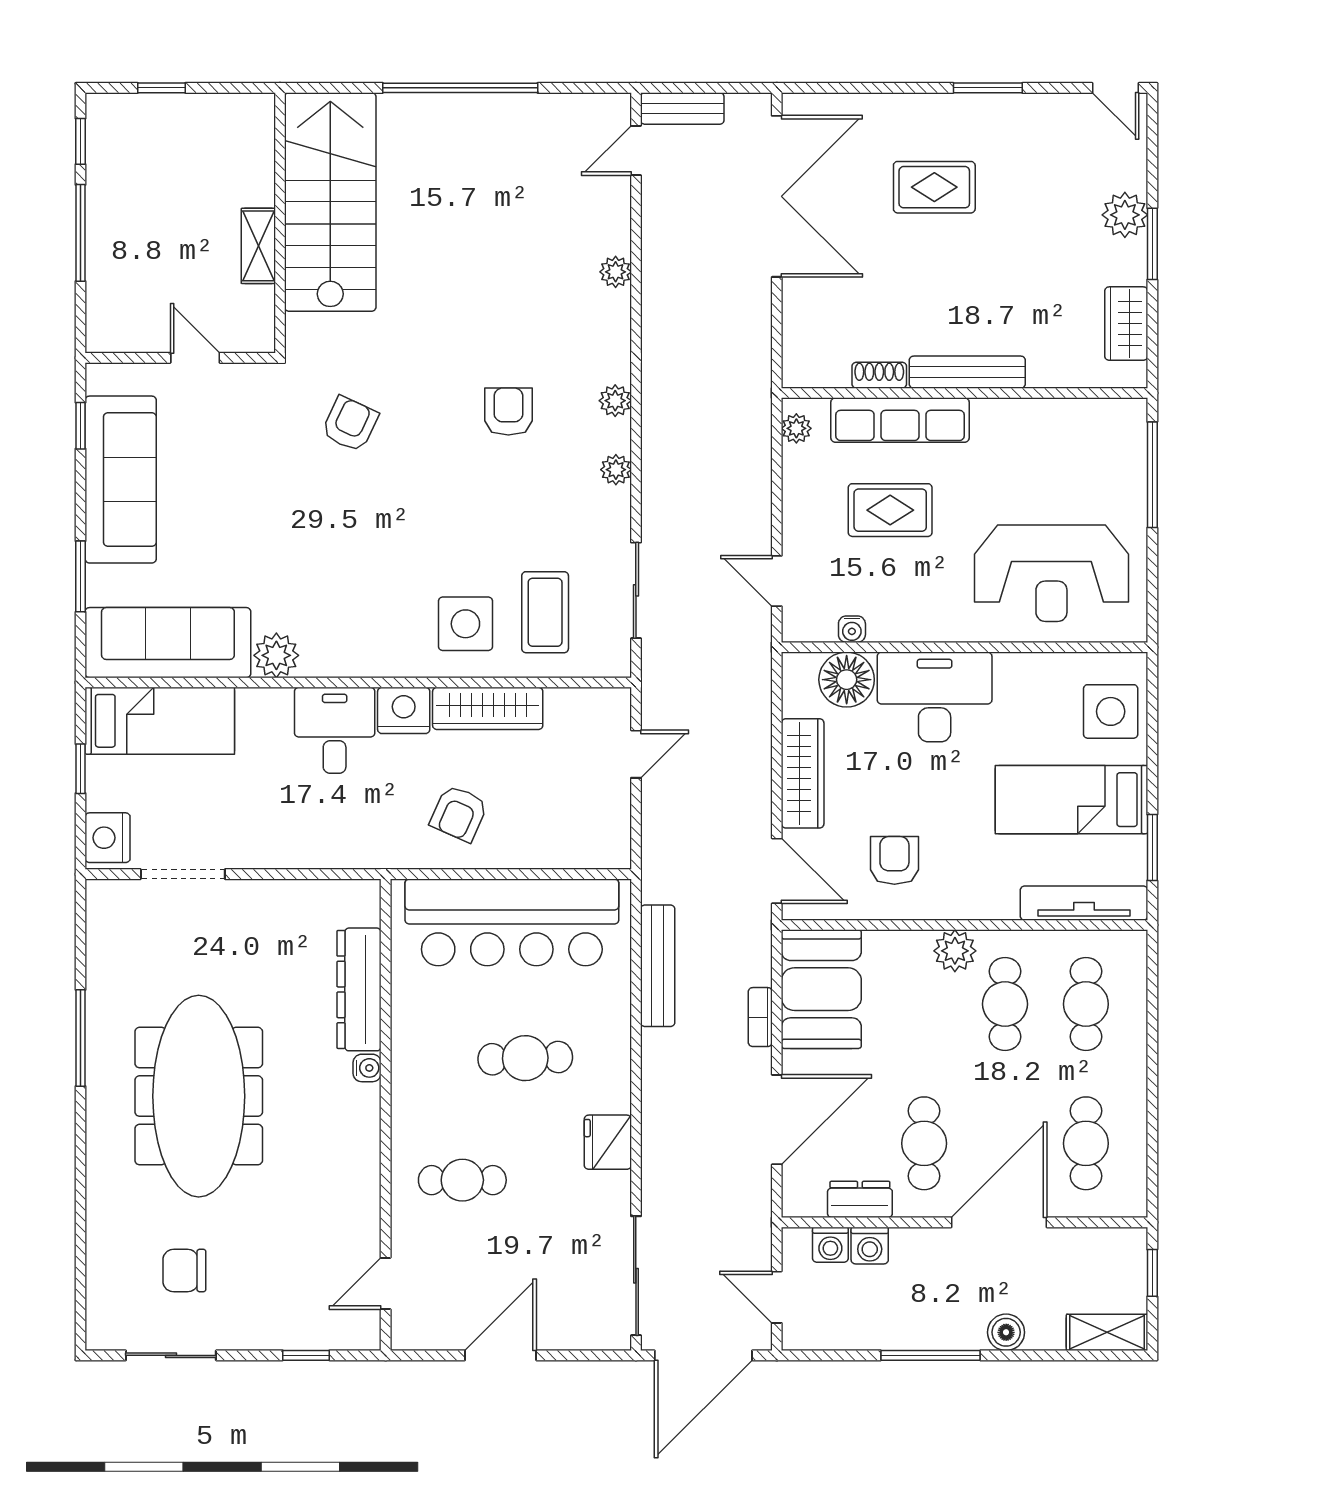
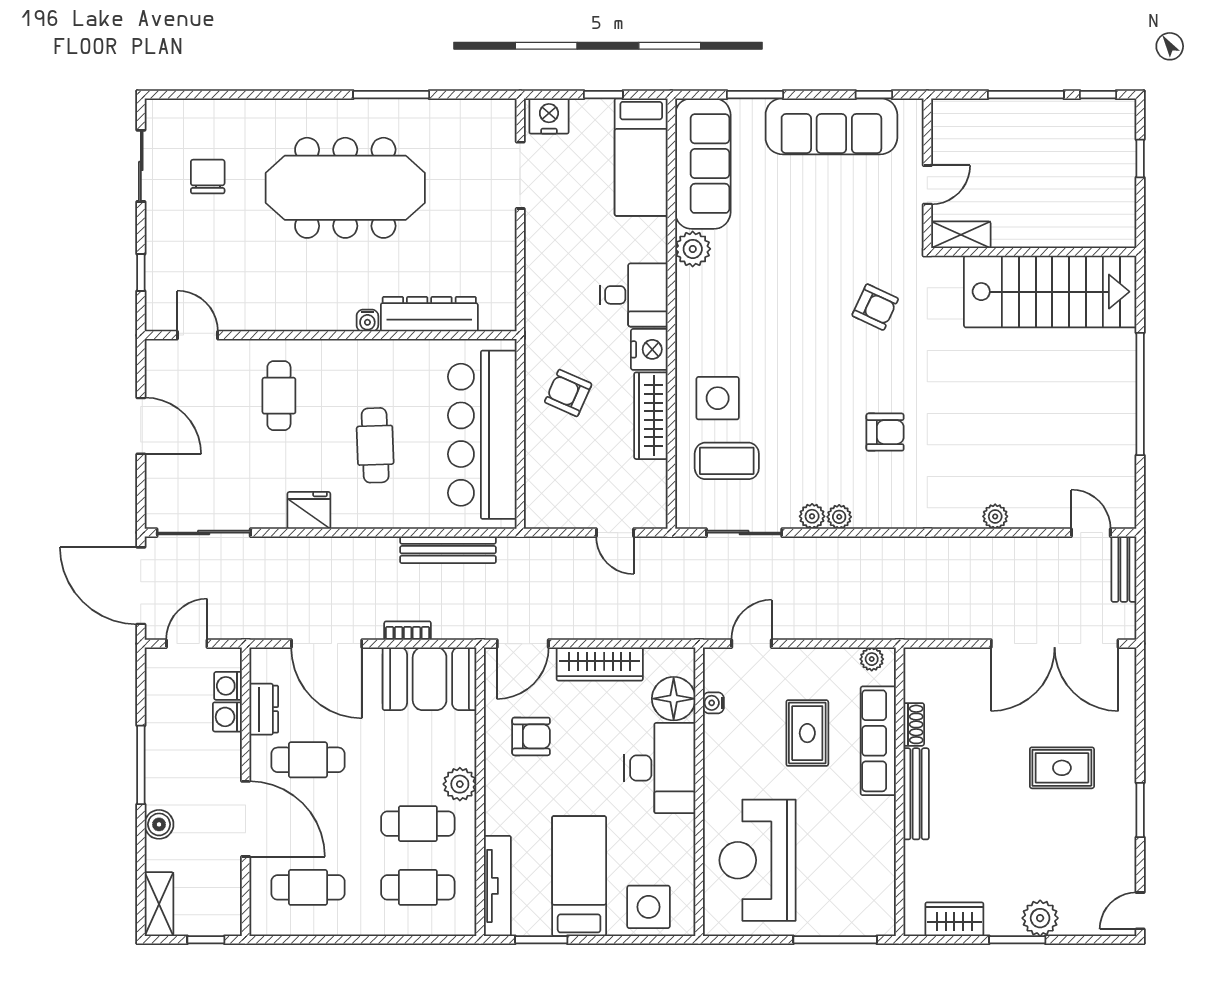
rug: (934, 187) -> (1062, 768), turned 90
shelving: (258, 246) -> (961, 235), moved
plant: (615, 401) -> (812, 516), moved

